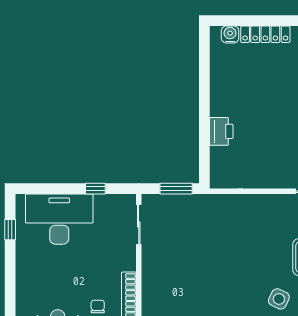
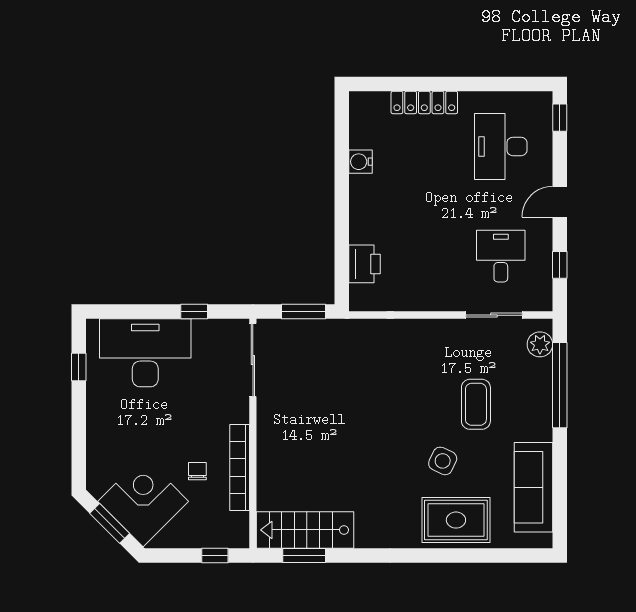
water cooler: (230, 34) -> (361, 162), moved, turned -90
printer: (221, 131) -> (365, 264), moved
sliding door: (139, 224) -> (253, 360), width x1.37

